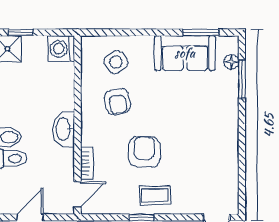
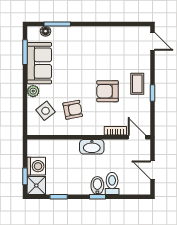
plant: (144, 44) -> (33, 91), added
washing machine: (61, 49) -> (36, 166), moved, turned -90

